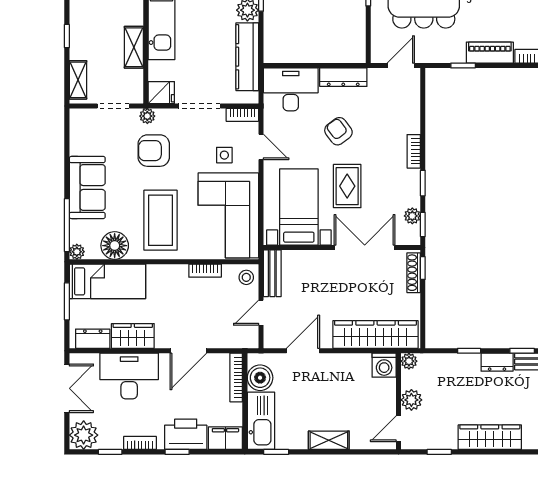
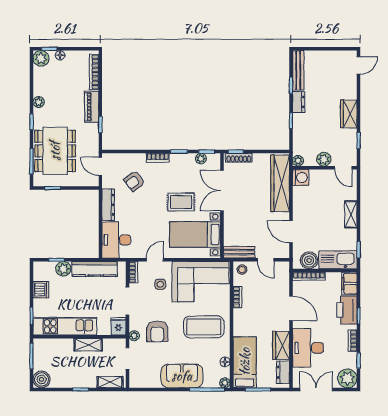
armchair: (338, 131) -> (134, 181), moved
floor lamp: (115, 246) -> (225, 362), width x0.53, depth x0.53
wardrobe: (490, 437) -> (349, 114), width x0.67

